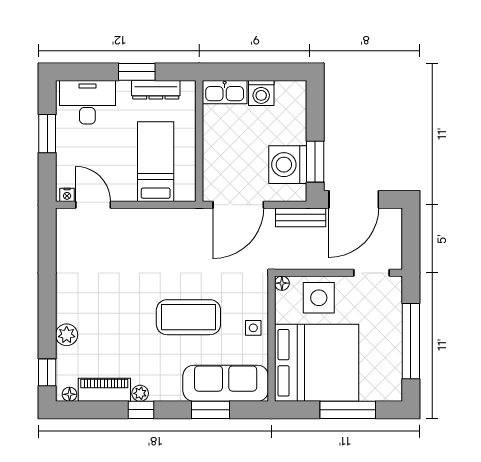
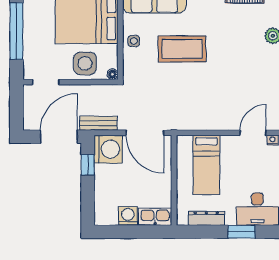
window: (137, 72) -> (242, 232), moved
window: (315, 162) -> (88, 165), width x0.67
washing machine: (288, 165) -> (108, 149), moved
door: (93, 205) -> (253, 133), swing flipped
door: (238, 205) -> (145, 133), swing flipped

